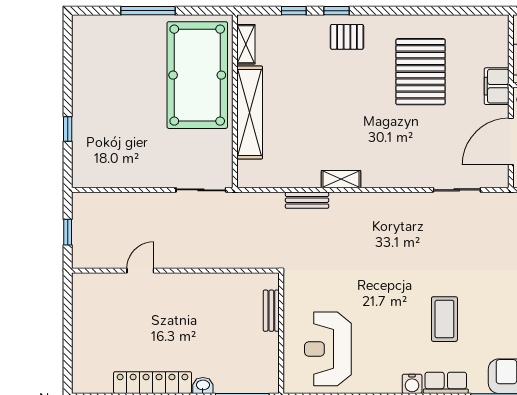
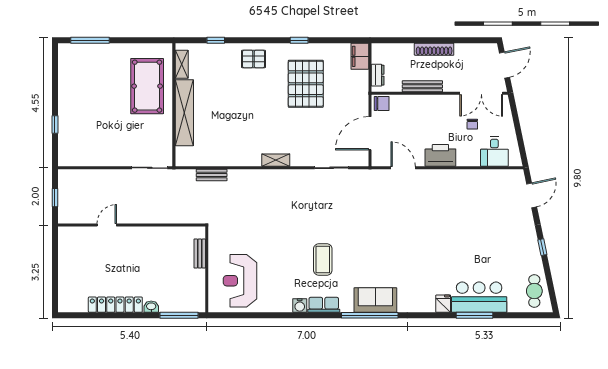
window: (148, 11) -> (90, 40), moved
window: (337, 11) -> (299, 40), moved
pool table: (197, 75) -> (147, 86), width x0.73, depth x0.76
filing cabinet: (497, 86) -> (360, 56), moved
shelving: (341, 179) -> (276, 160), moved
bench: (307, 200) -> (212, 175), moved

